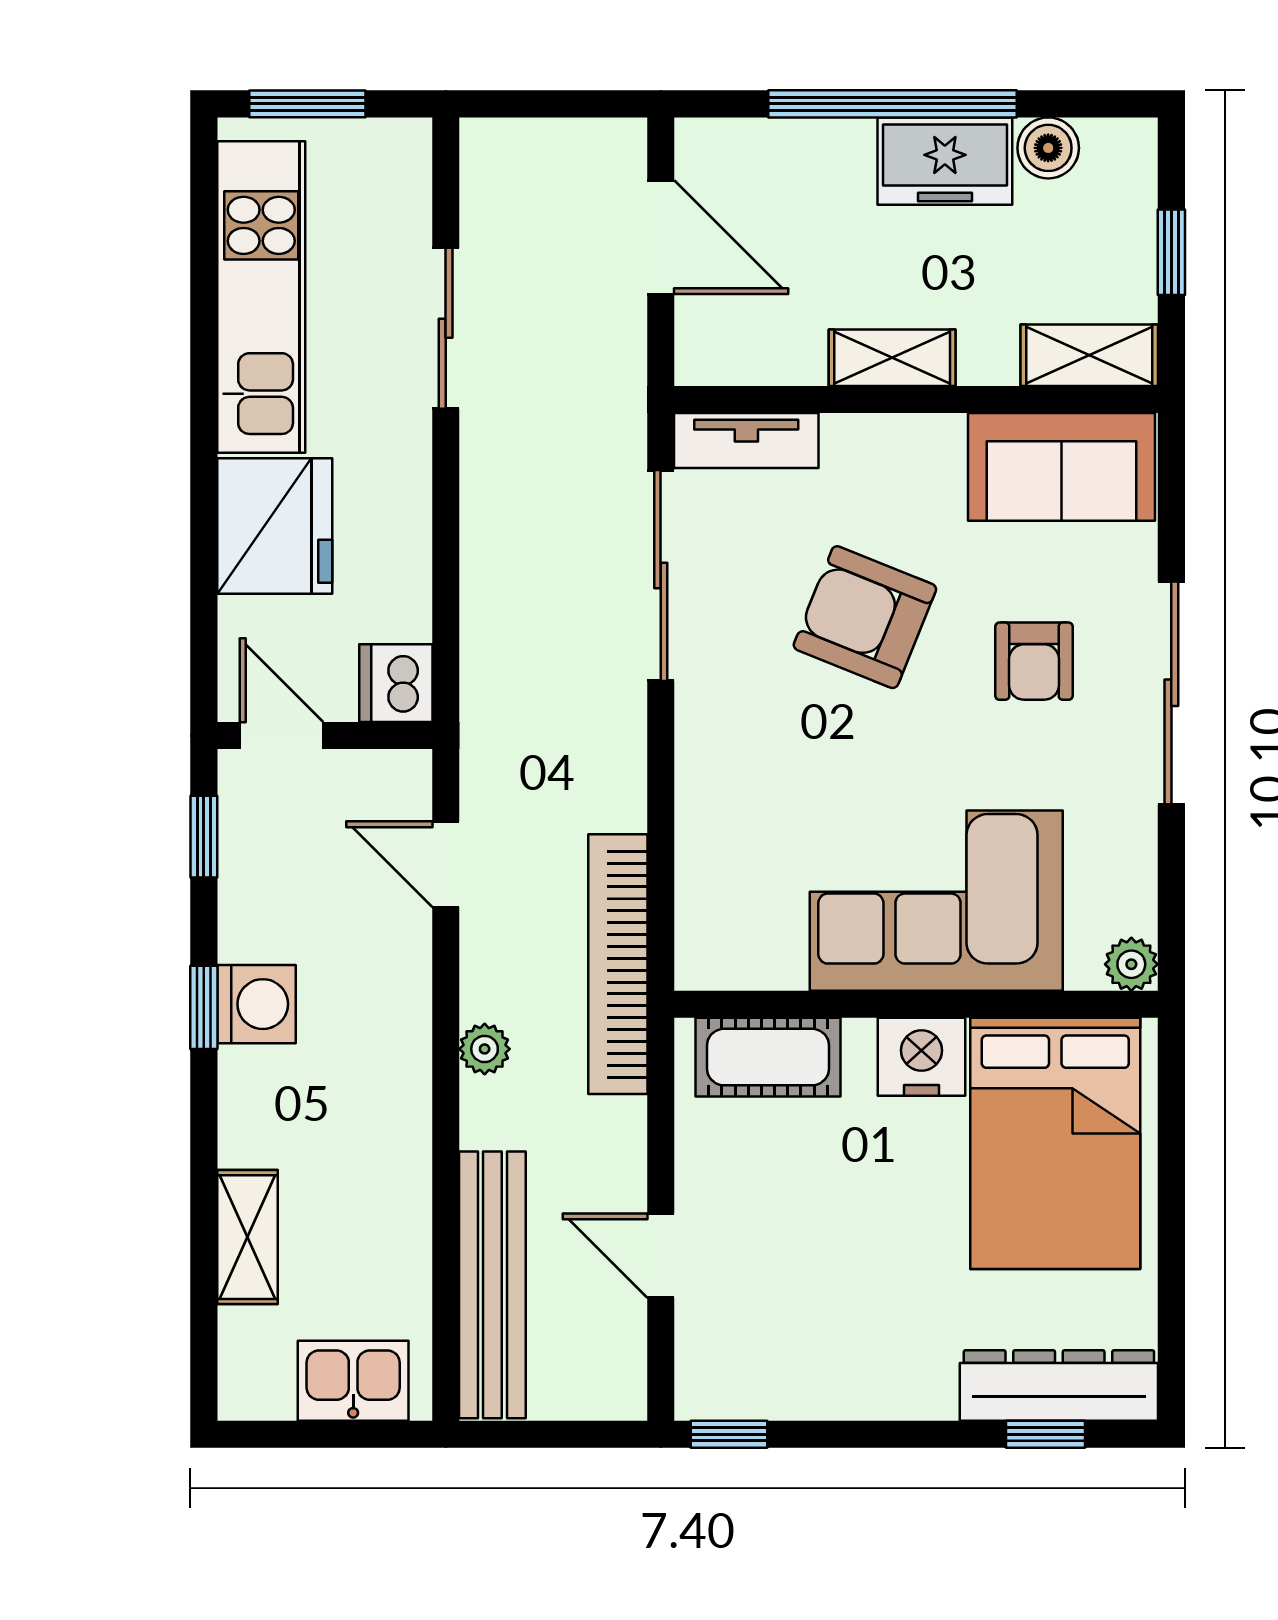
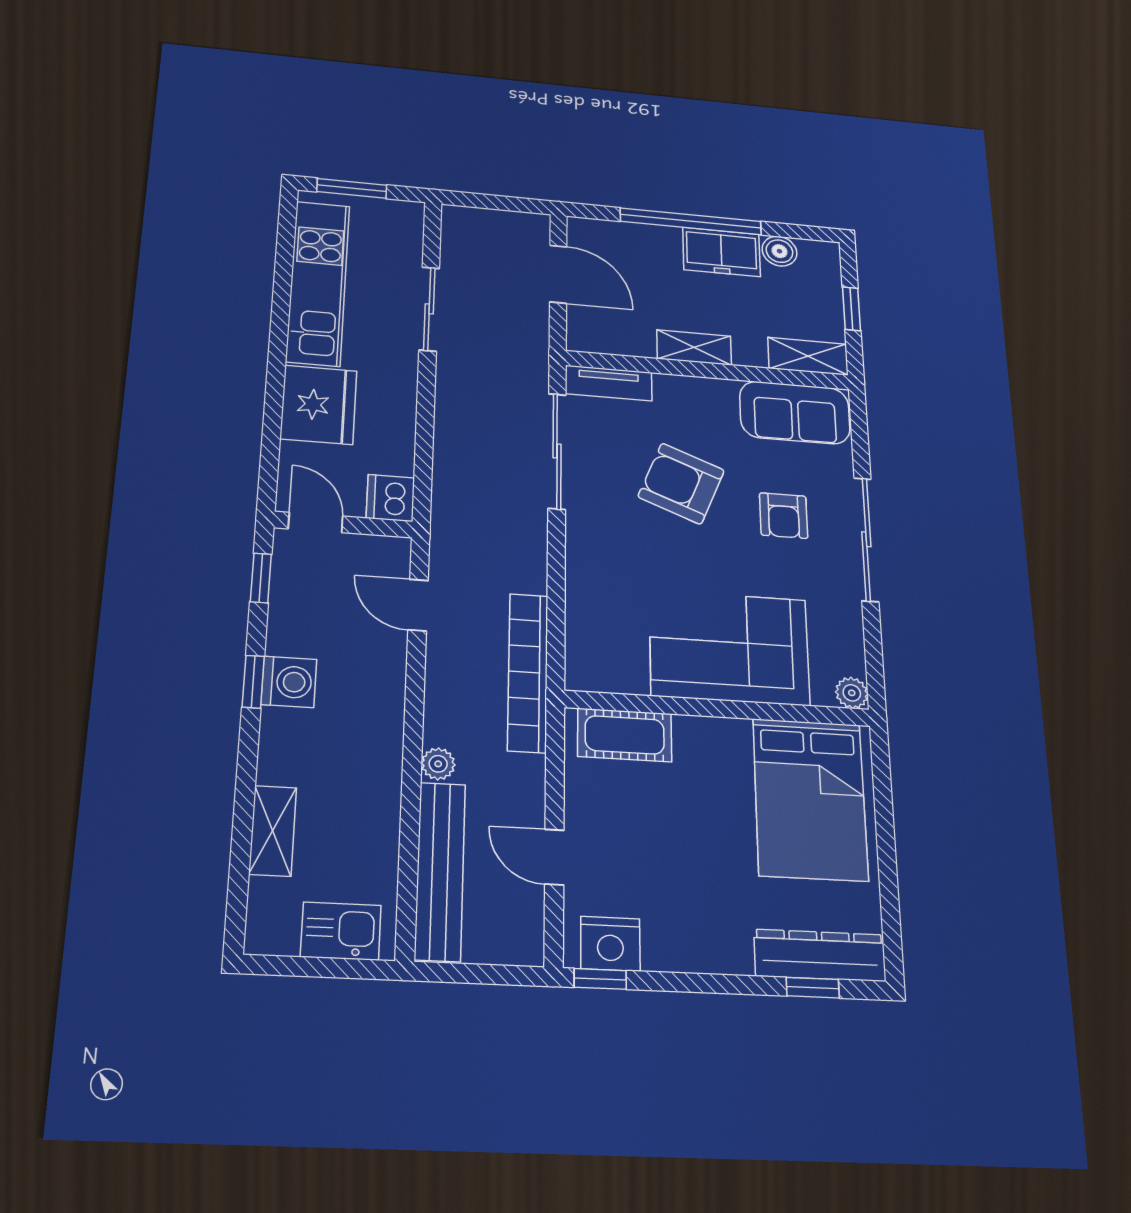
plant: (485, 1049) -> (438, 764), moved
nightstand: (922, 1057) -> (610, 944), moved, turned 180

